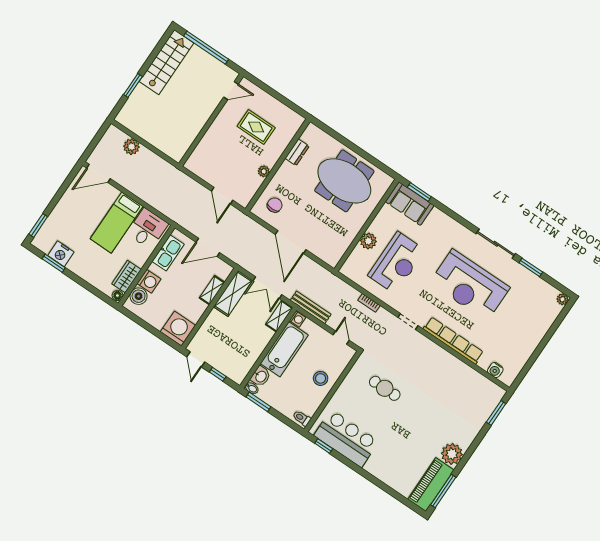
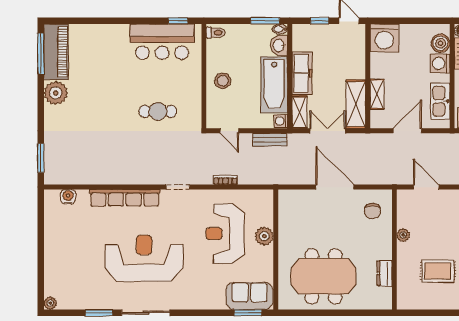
bench: (311, 307) -> (270, 140), width x0.73
freezer: (257, 344) -> (302, 73), added

